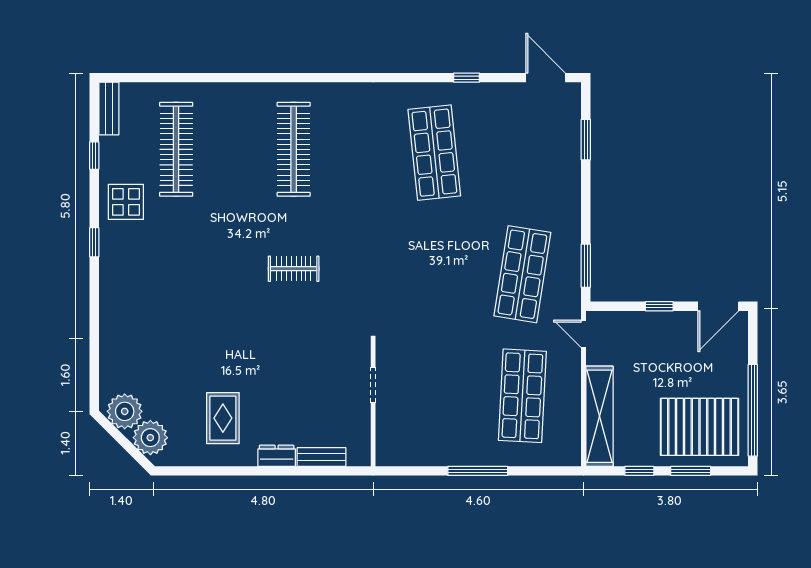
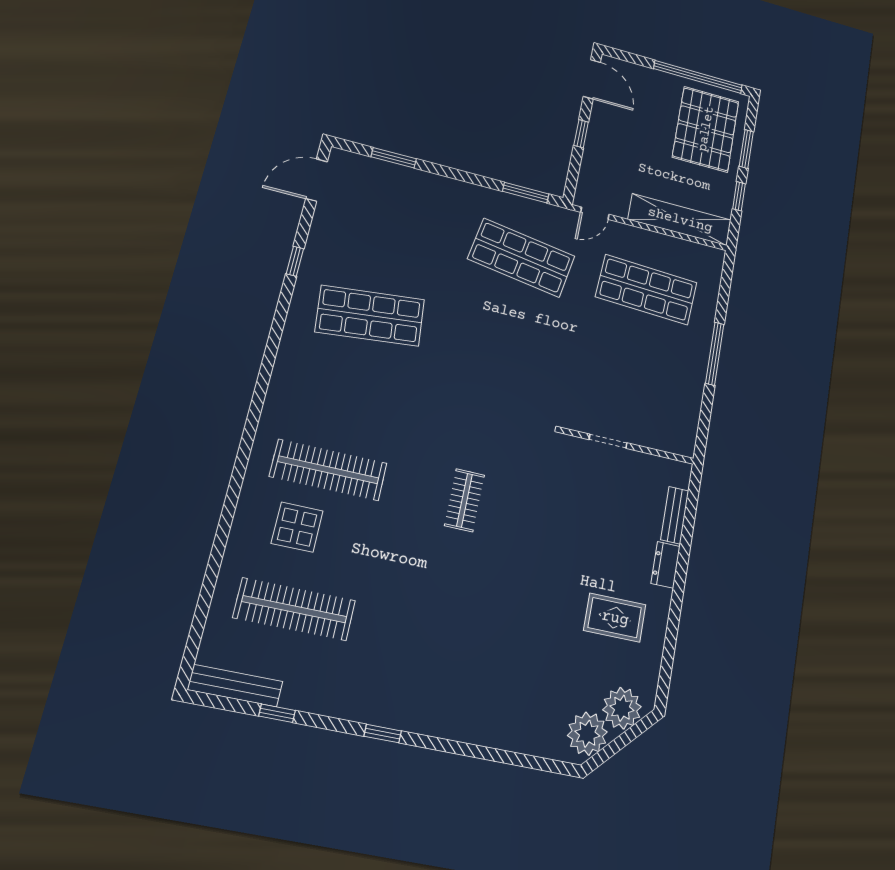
bench: (109, 108) -> (235, 686), width x1.36
display table: (126, 202) -> (297, 527), moved

